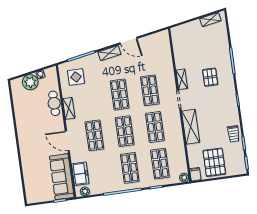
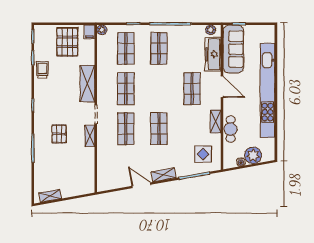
shop shelf: (125, 131) -> (159, 89), removed
kitchen unit: (25, 143) -> (268, 90), added
freezer: (80, 174) -> (213, 54), width x1.40

